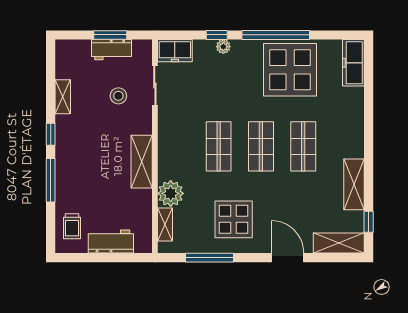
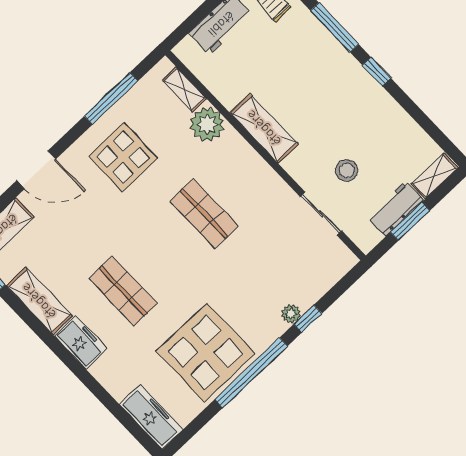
freezer: (175, 51) -> (81, 342), moved, turned 90
shelving: (63, 97) -> (435, 176), moved, turned 90
shop shelf: (261, 146) -> (164, 252), removed

